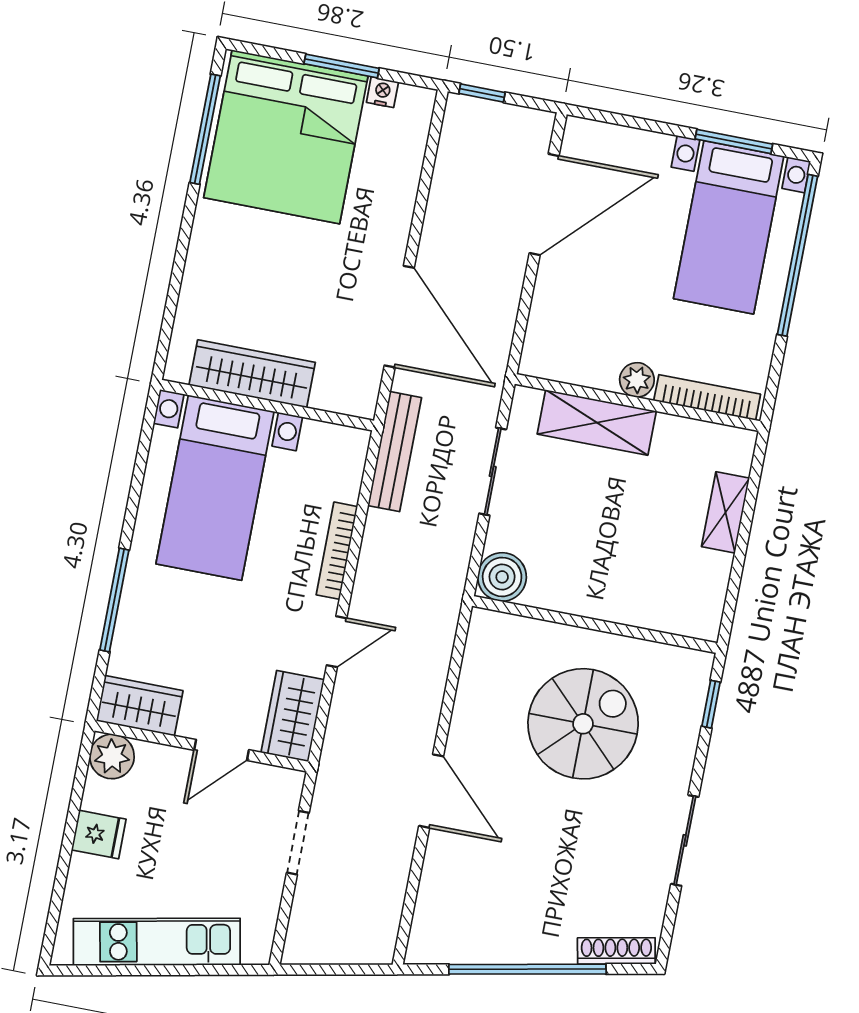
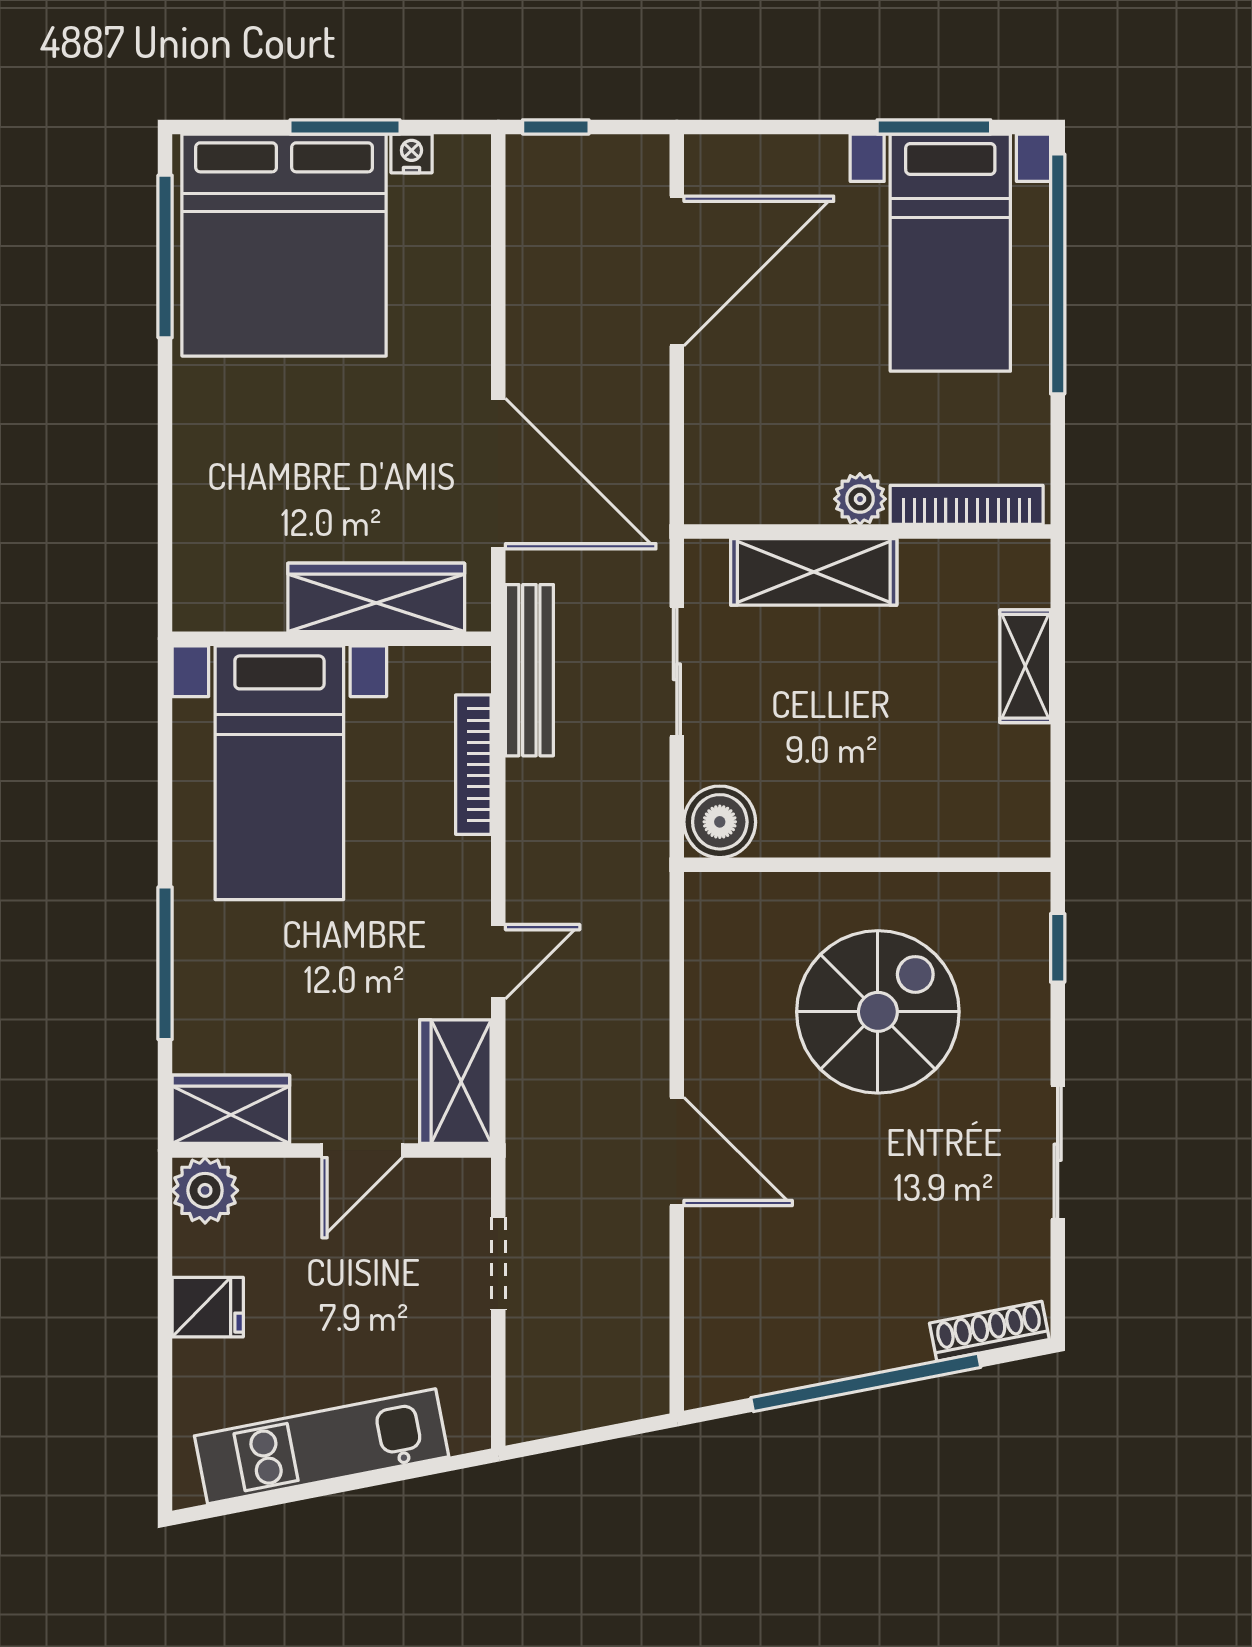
wardrobe: (252, 374) -> (376, 597), moved
bookcase: (337, 551) -> (473, 765), moved

